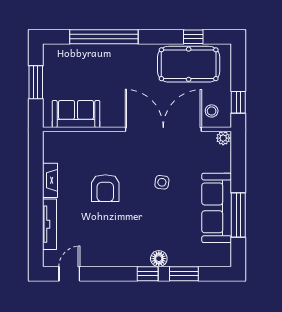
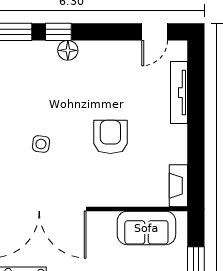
fireplace: (50, 180) -> (178, 186), moved
floor lamp: (159, 259) -> (68, 50), moved

